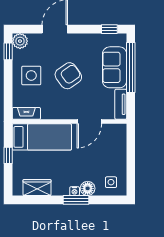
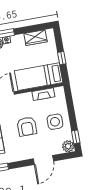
armchair: (68, 76) -> (27, 127), turned -55
fireplace: (26, 113) -> (43, 94), moved

